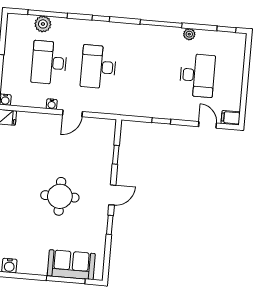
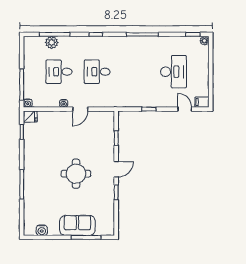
plant: (189, 34) -> (204, 41), moved
desk: (49, 63) -> (59, 72), width x0.73
desk: (98, 67) -> (97, 72), width x0.73
sofa: (71, 265) -> (77, 225), moved

